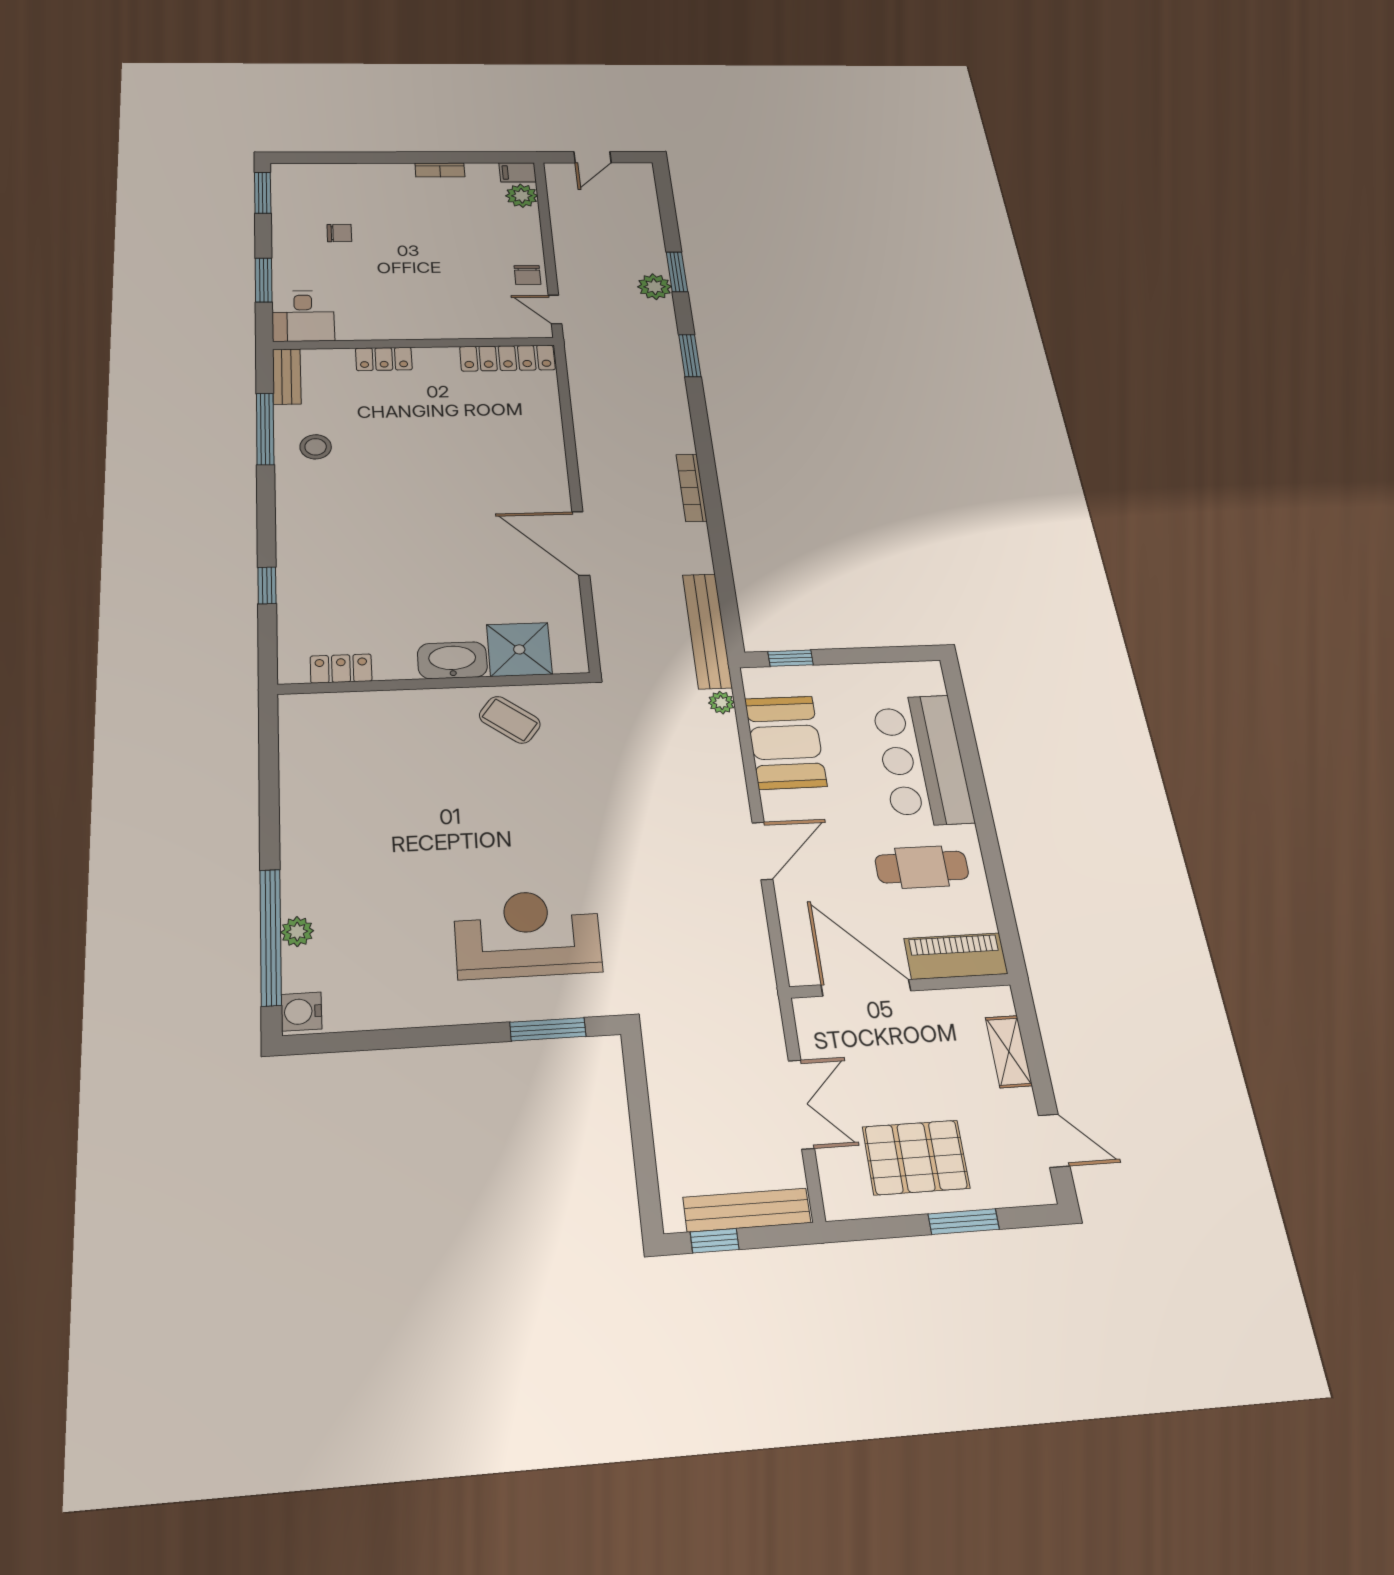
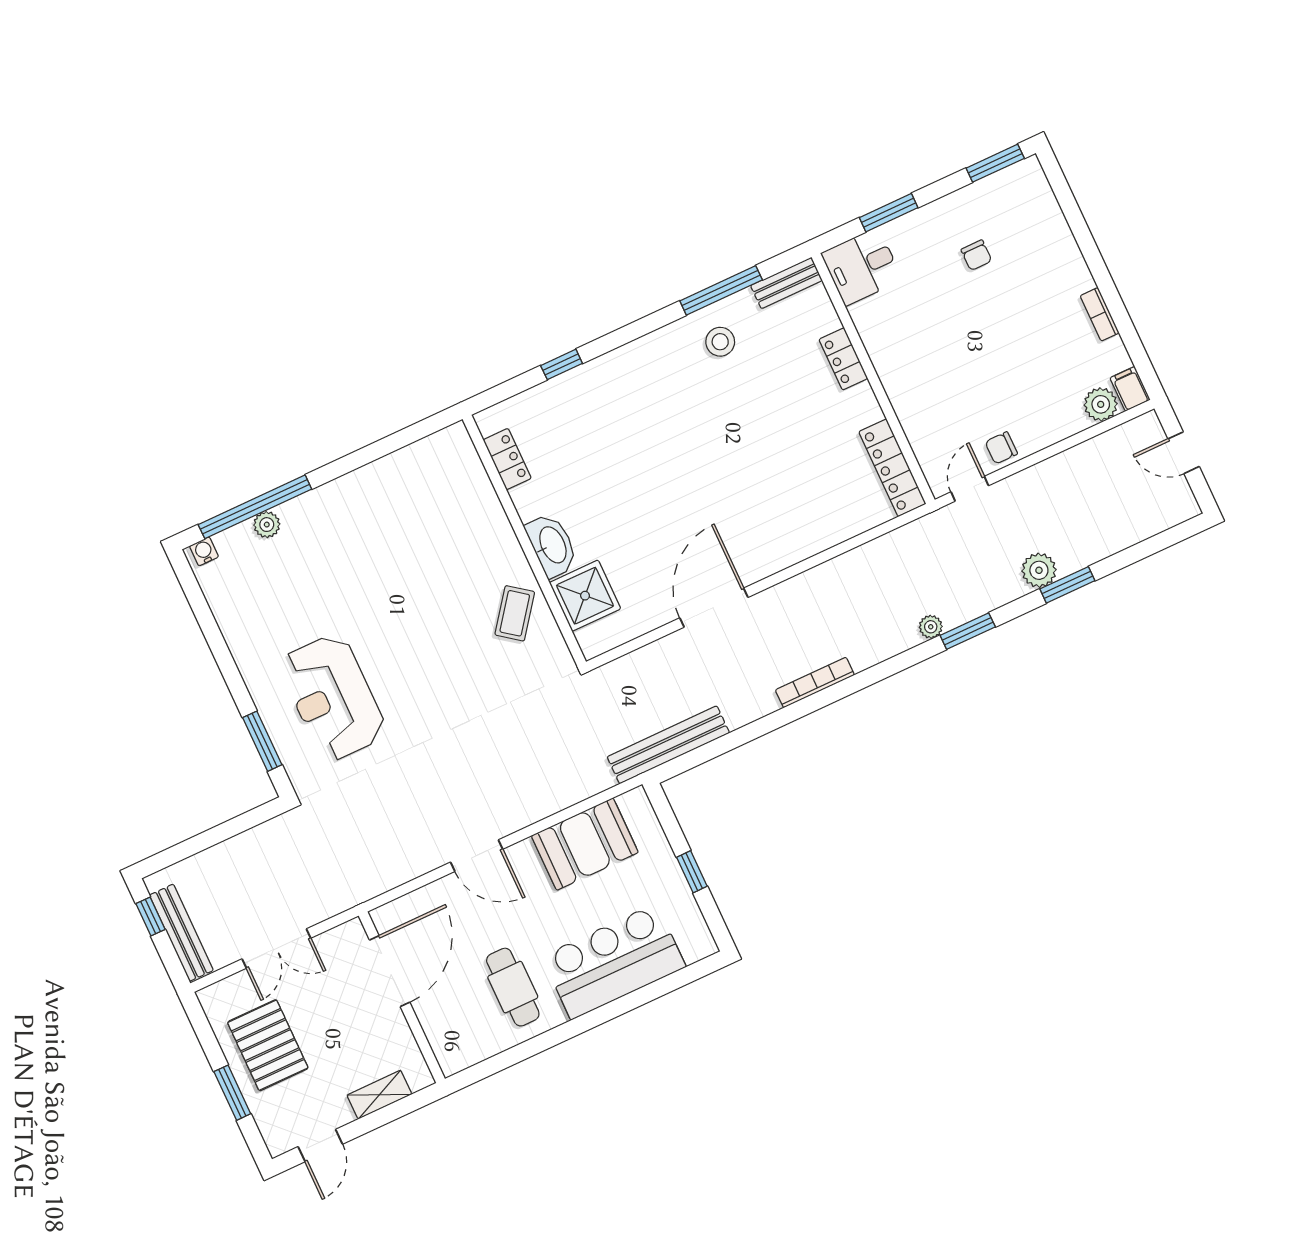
window: (790, 658) -> (692, 872), moved
plant: (721, 702) -> (931, 627), moved
reception desk: (527, 934) -> (333, 698), turned 180
piano: (956, 956) -> (444, 1034), removed
water cooler: (301, 1012) -> (204, 551), width x0.72, depth x0.72

